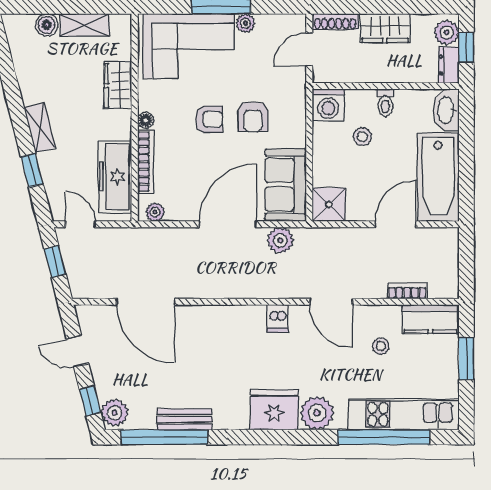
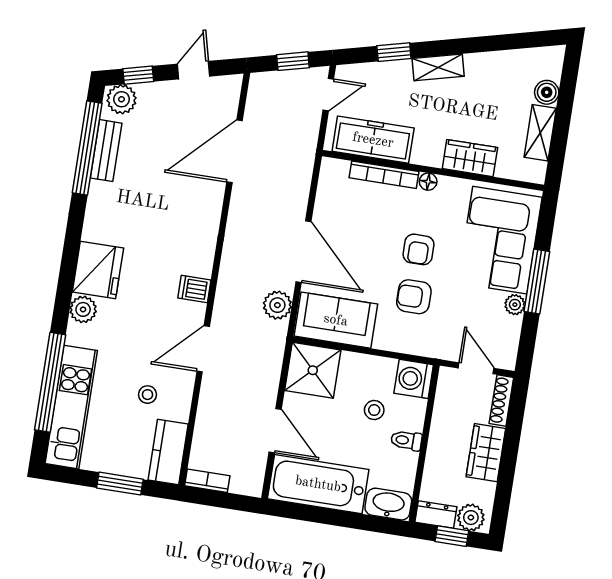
shower: (329, 205) -> (313, 370), width x1.36, depth x1.36
plant: (155, 212) -> (329, 176), removed
bookcase: (407, 291) -> (207, 481), moved, turned -90
plant: (317, 413) -> (83, 309), width x0.73, depth x0.73
bench: (184, 419) -> (106, 151), moved

